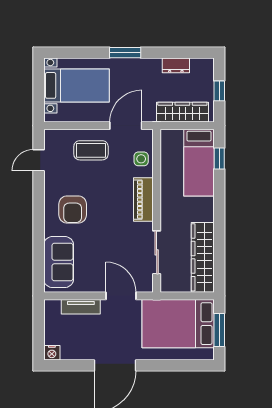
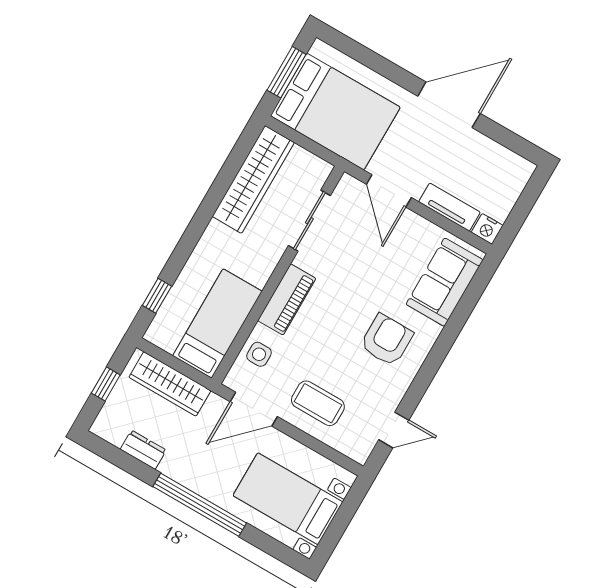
window: (125, 53) -> (200, 505), width x2.11
bed: (199, 163) -> (217, 324), moved
nightstand: (52, 353) -> (487, 229), moved, turned 180

